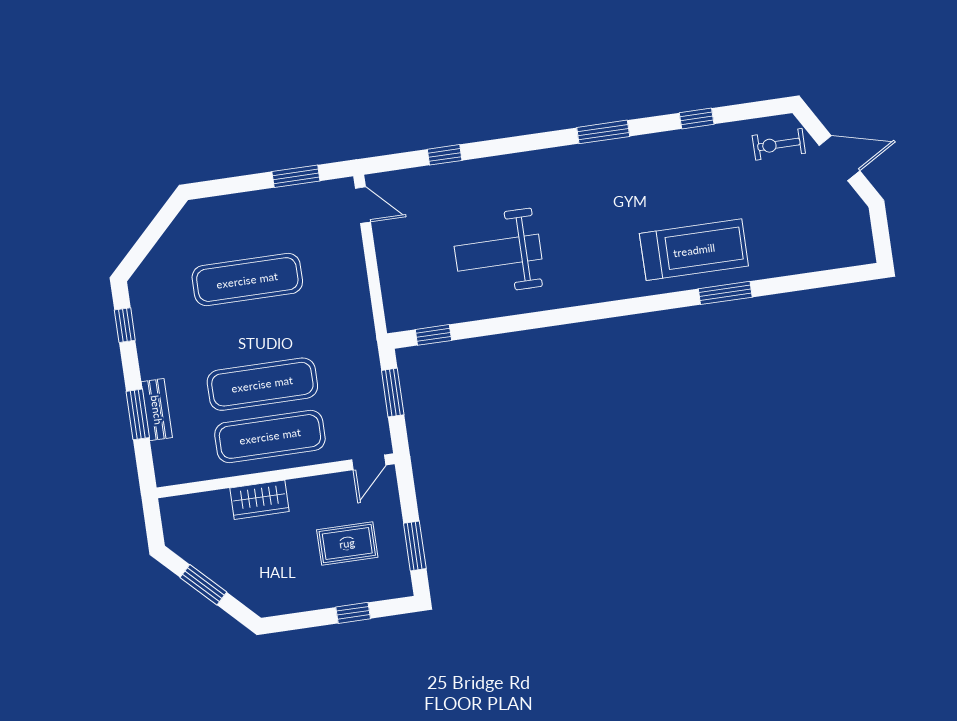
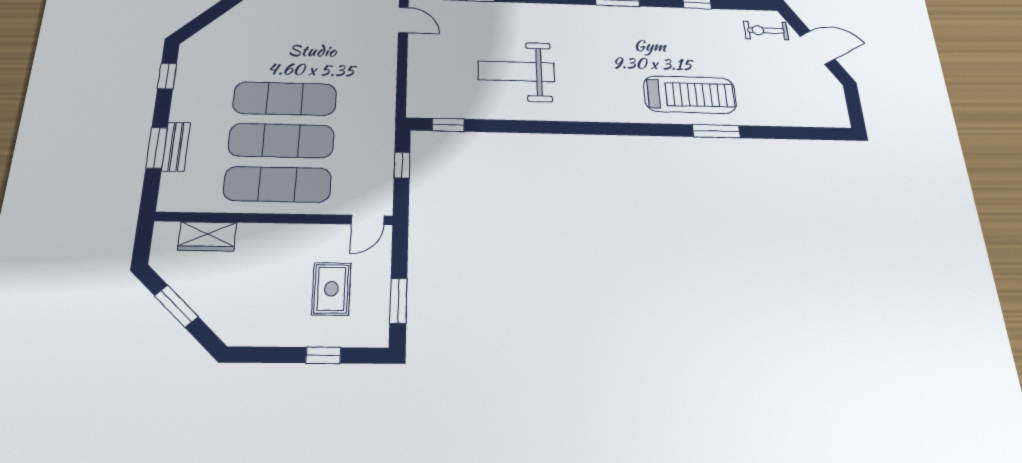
exercise mat: (247, 280) -> (285, 99), moved
window: (393, 393) -> (402, 165), width x0.67
wardrobe: (260, 500) -> (207, 236), moved
rug: (347, 543) -> (331, 289), turned 90

